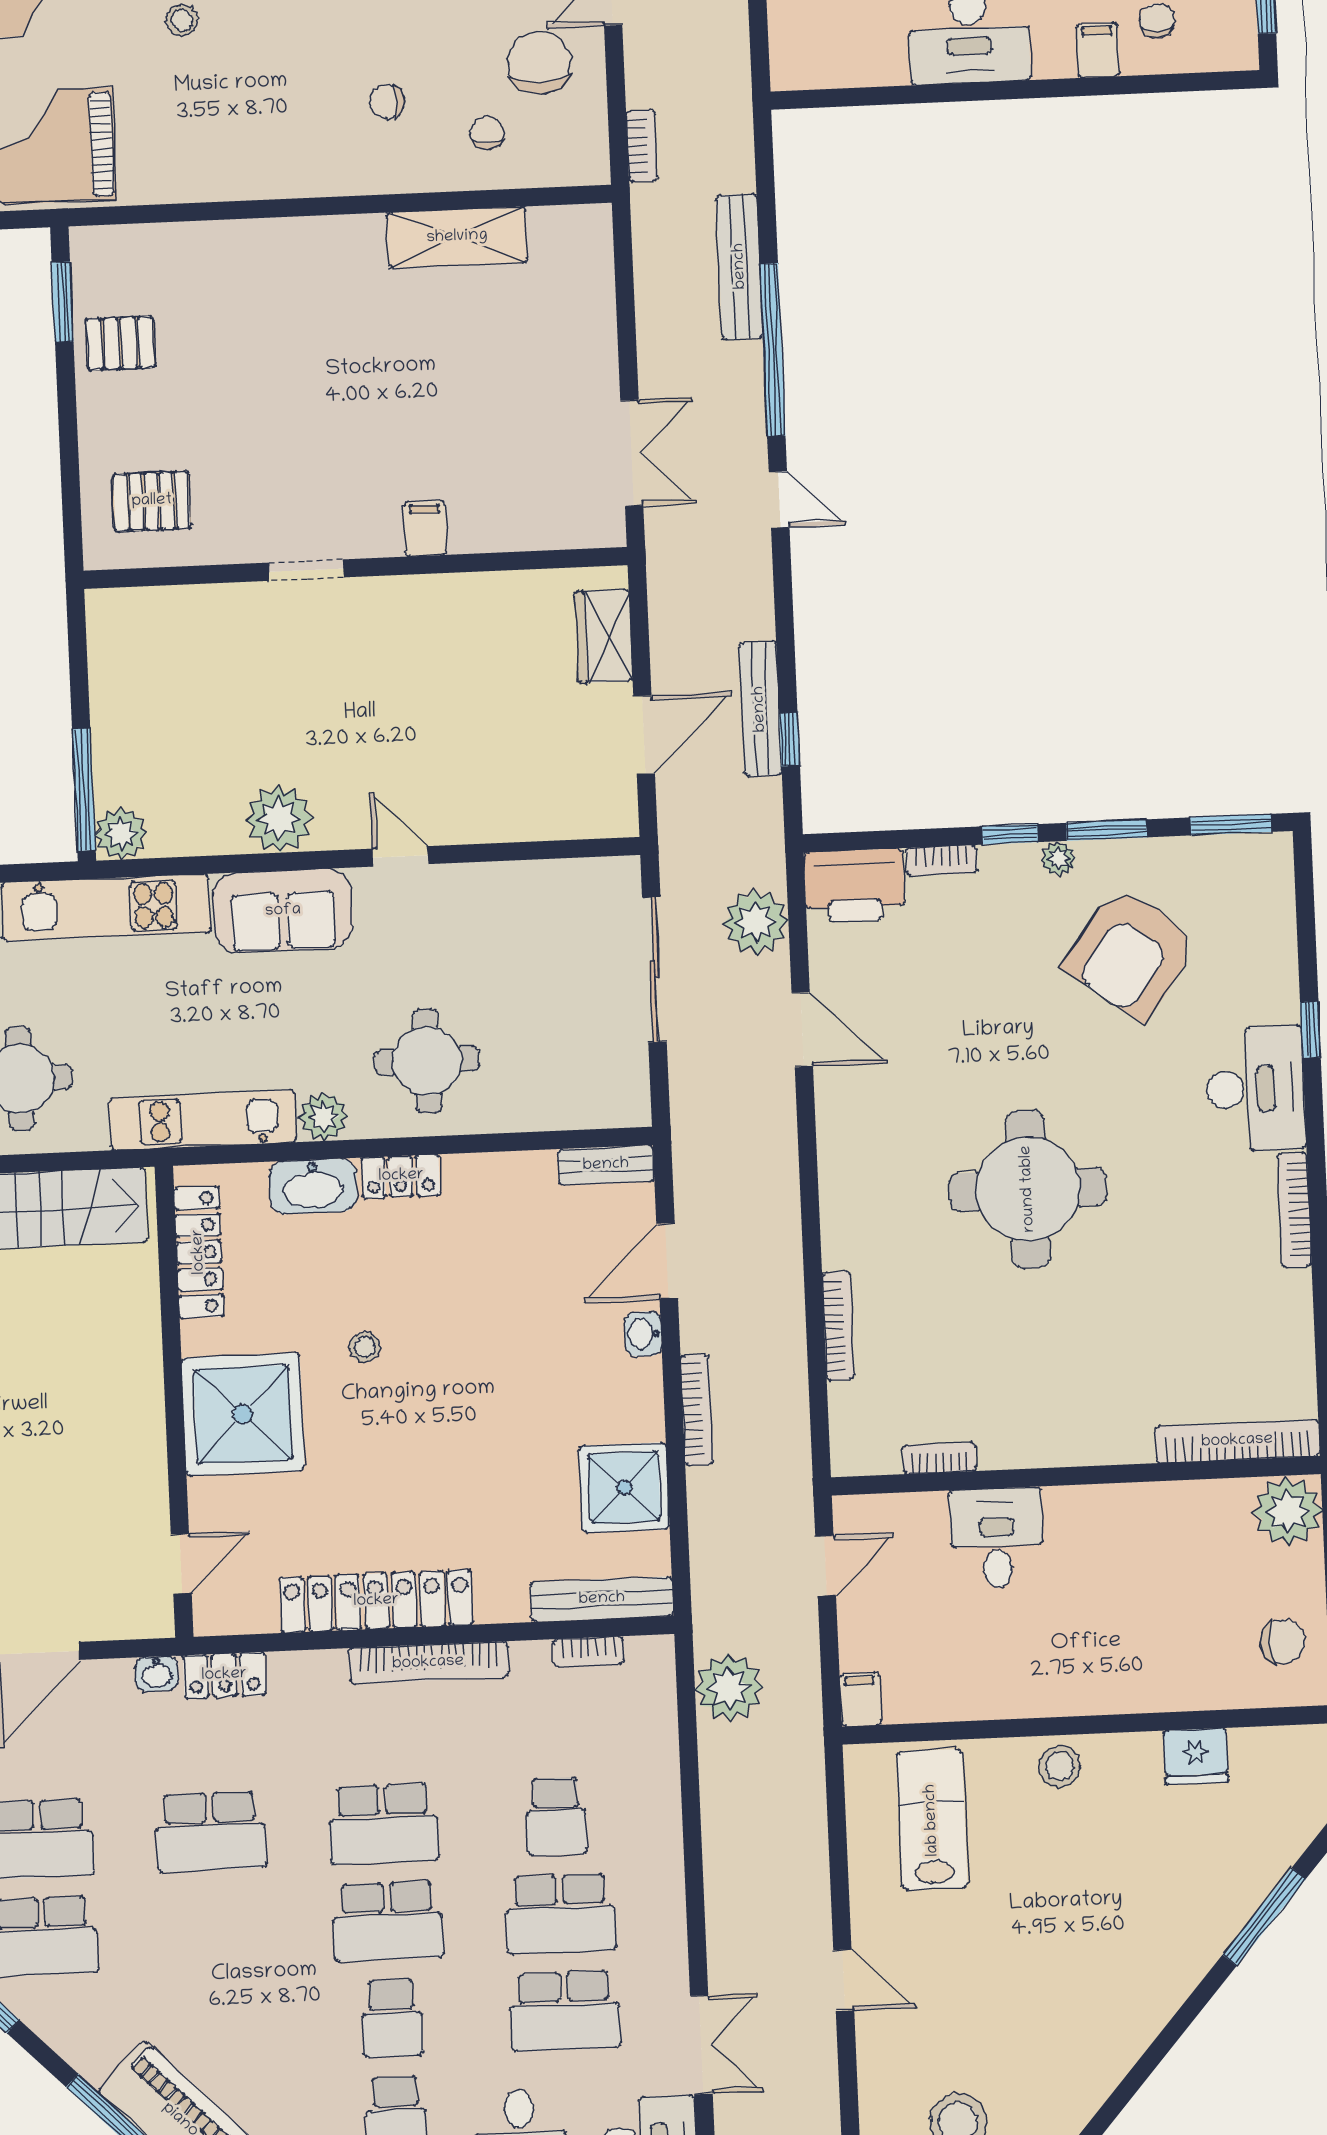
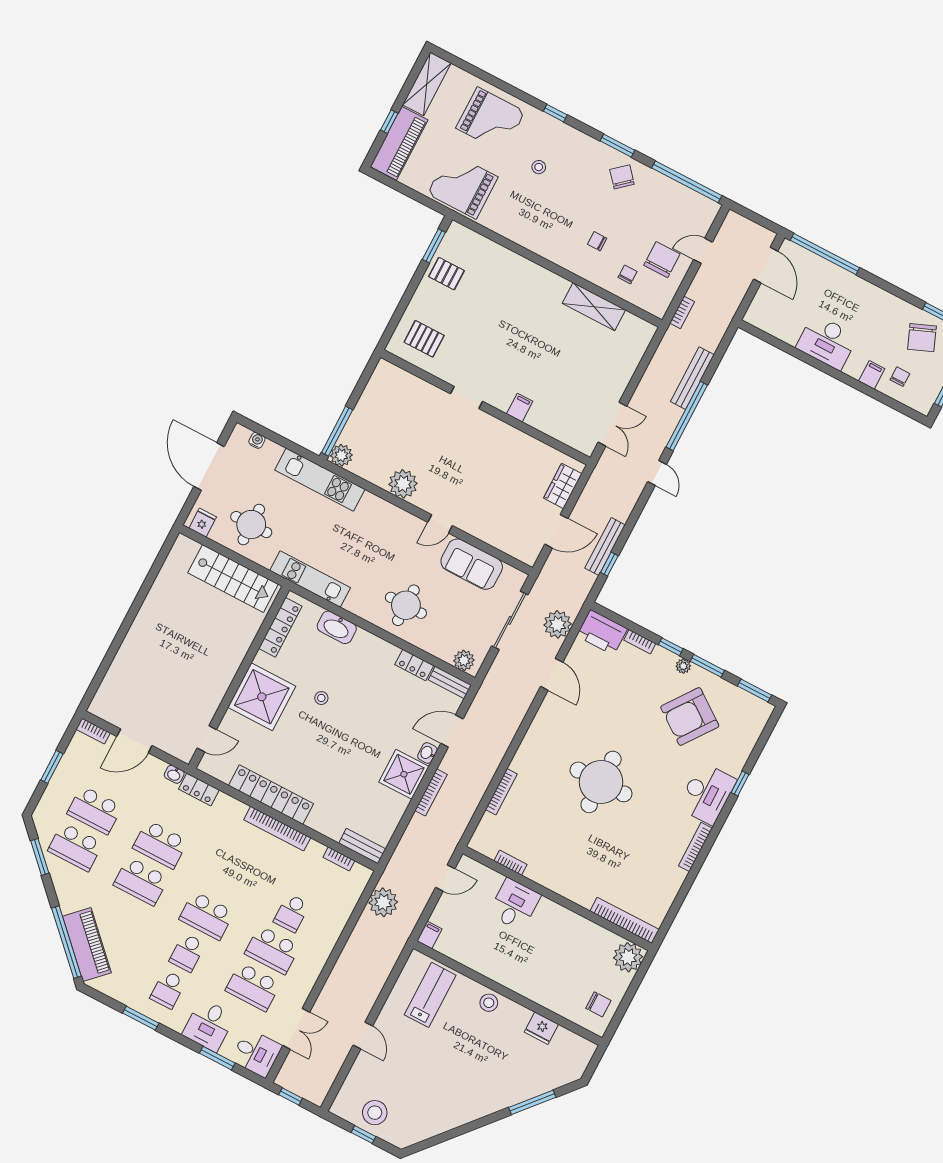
door: (400, 856) -> (440, 524), swing flipped
sofa: (283, 911) -> (472, 564), moved
plant: (324, 1117) -> (464, 660), moved
locker: (401, 1176) -> (414, 665), moved
shower: (624, 1488) -> (404, 774), moved
bench: (602, 1599) -> (362, 846), width x0.73
school desk: (383, 1824) -> (141, 881), moved

